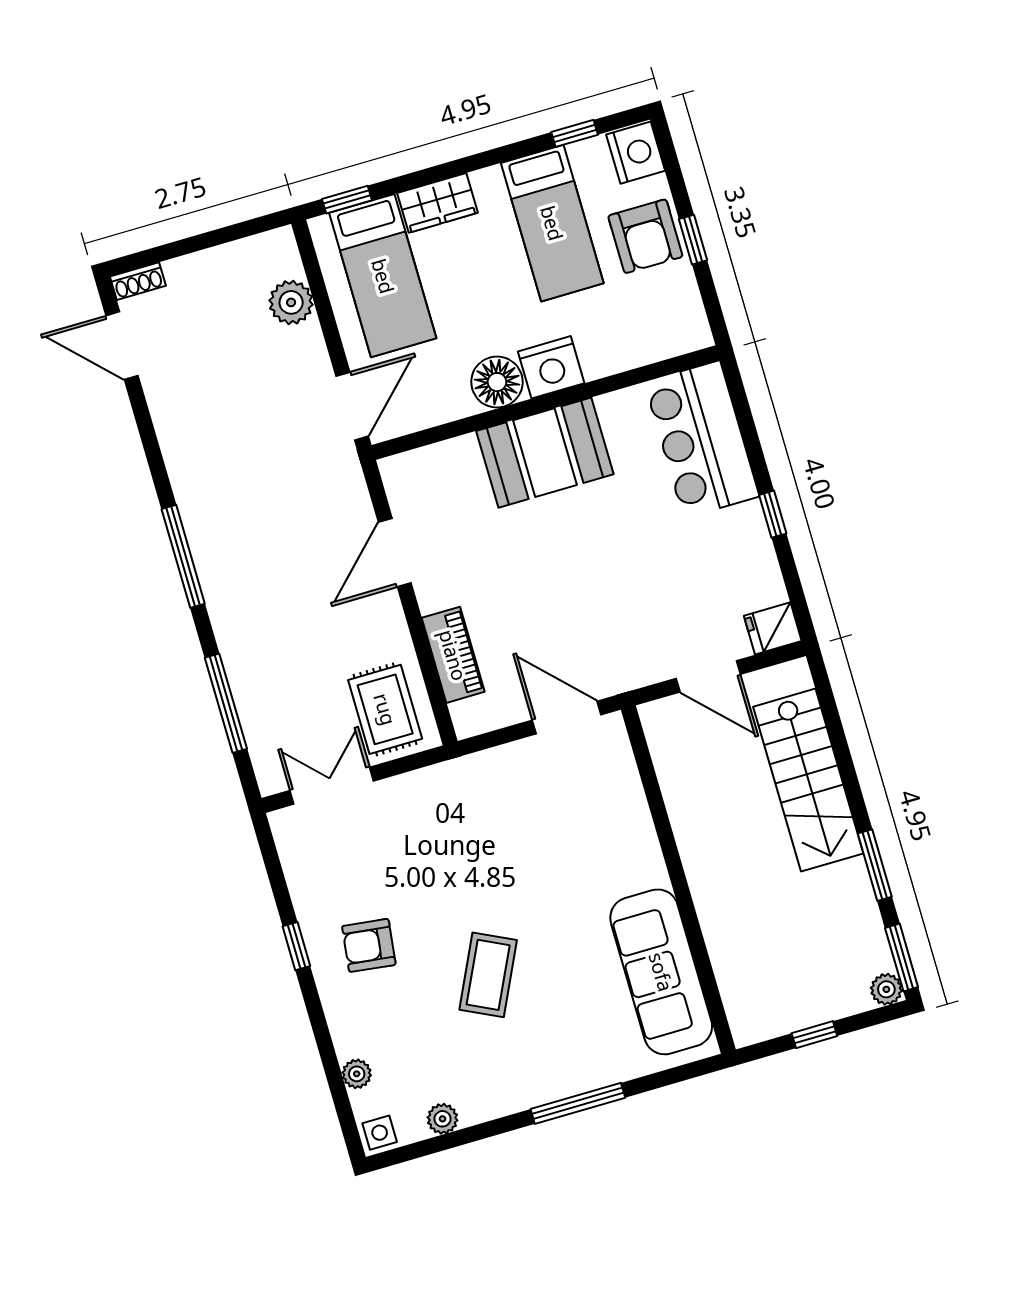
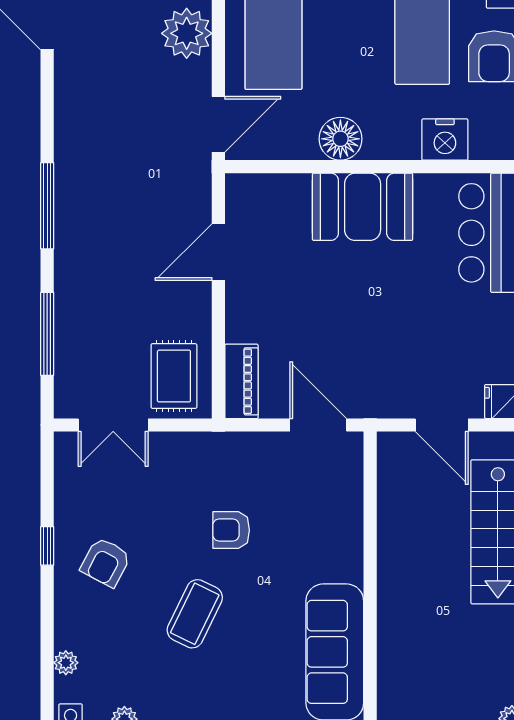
plant: (291, 302) -> (187, 33), width x1.36, depth x1.36
nightstand: (551, 367) -> (445, 140), moved
piano: (453, 655) -> (241, 381), moved
double door: (332, 786) -> (113, 425), swing flipped
armchair: (502, 867) -> (231, 530), added
armchair: (369, 945) -> (106, 562), turned -69

